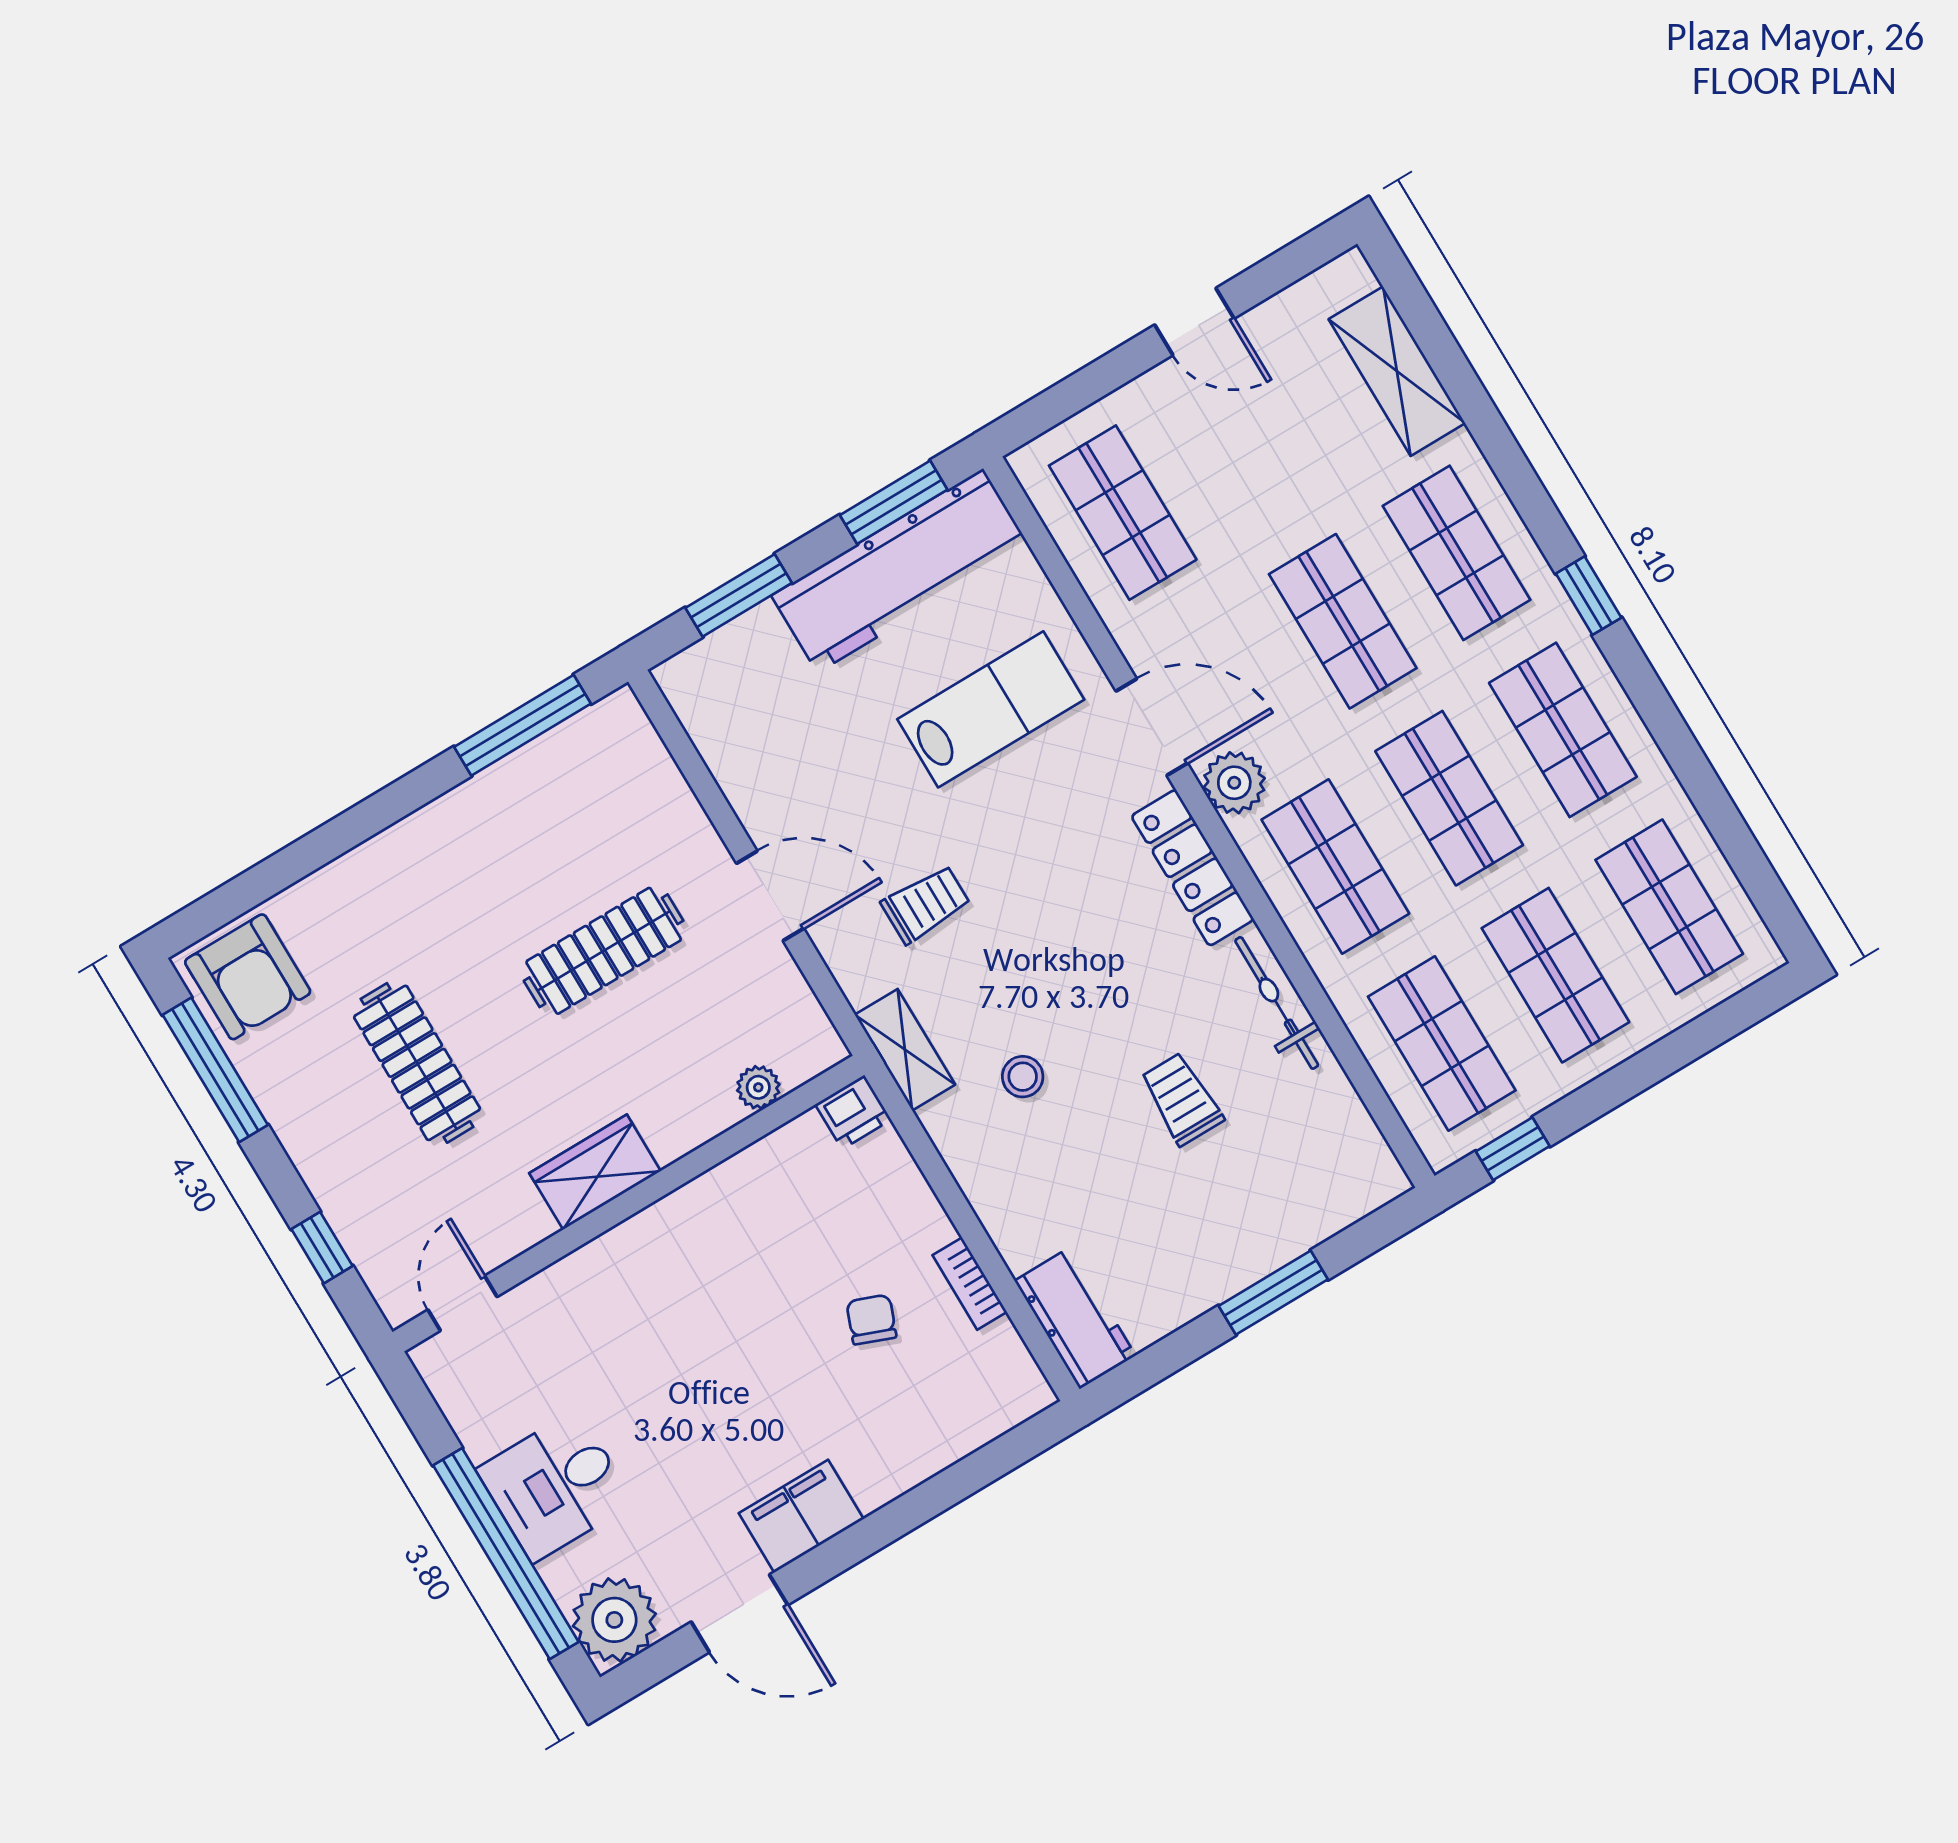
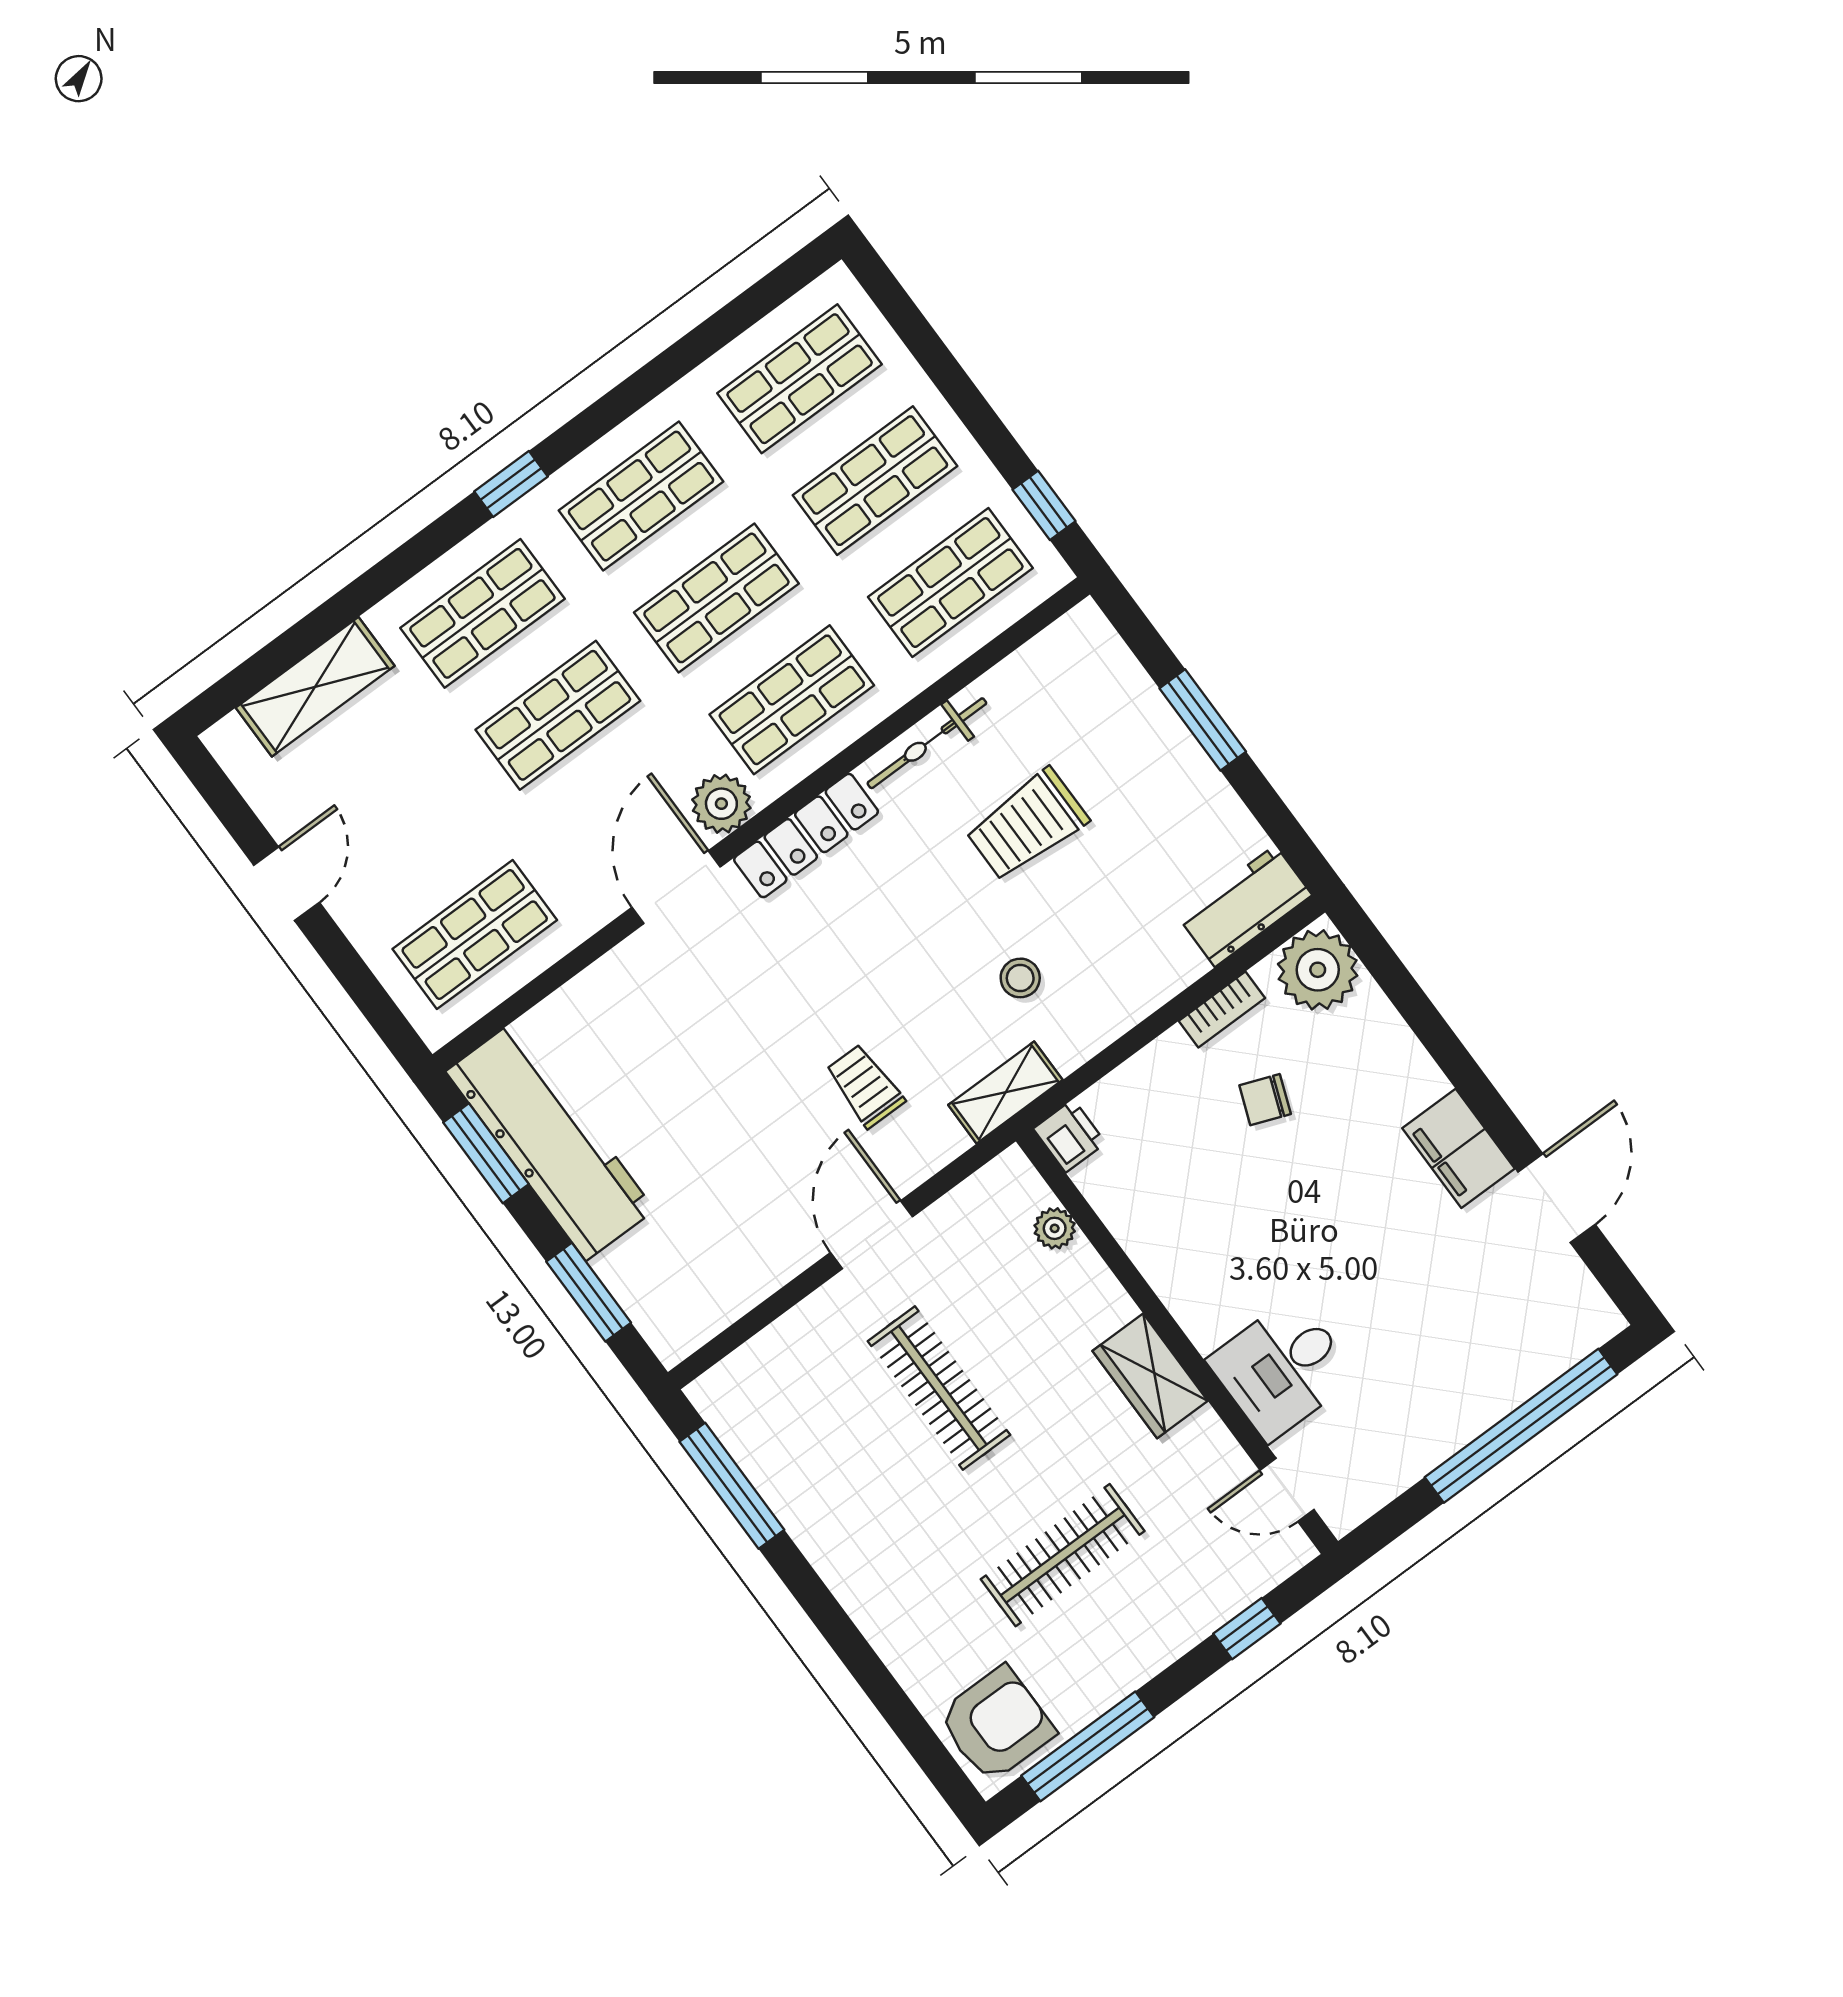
lab bench: (991, 709) -> (674, 1042), removed
trolley: (1182, 1099) -> (1027, 825), width x1.36, depth x1.39
desk: (555, 1486) -> (1282, 1368), moved, turned 90
plant: (614, 1620) -> (1318, 970), moved

